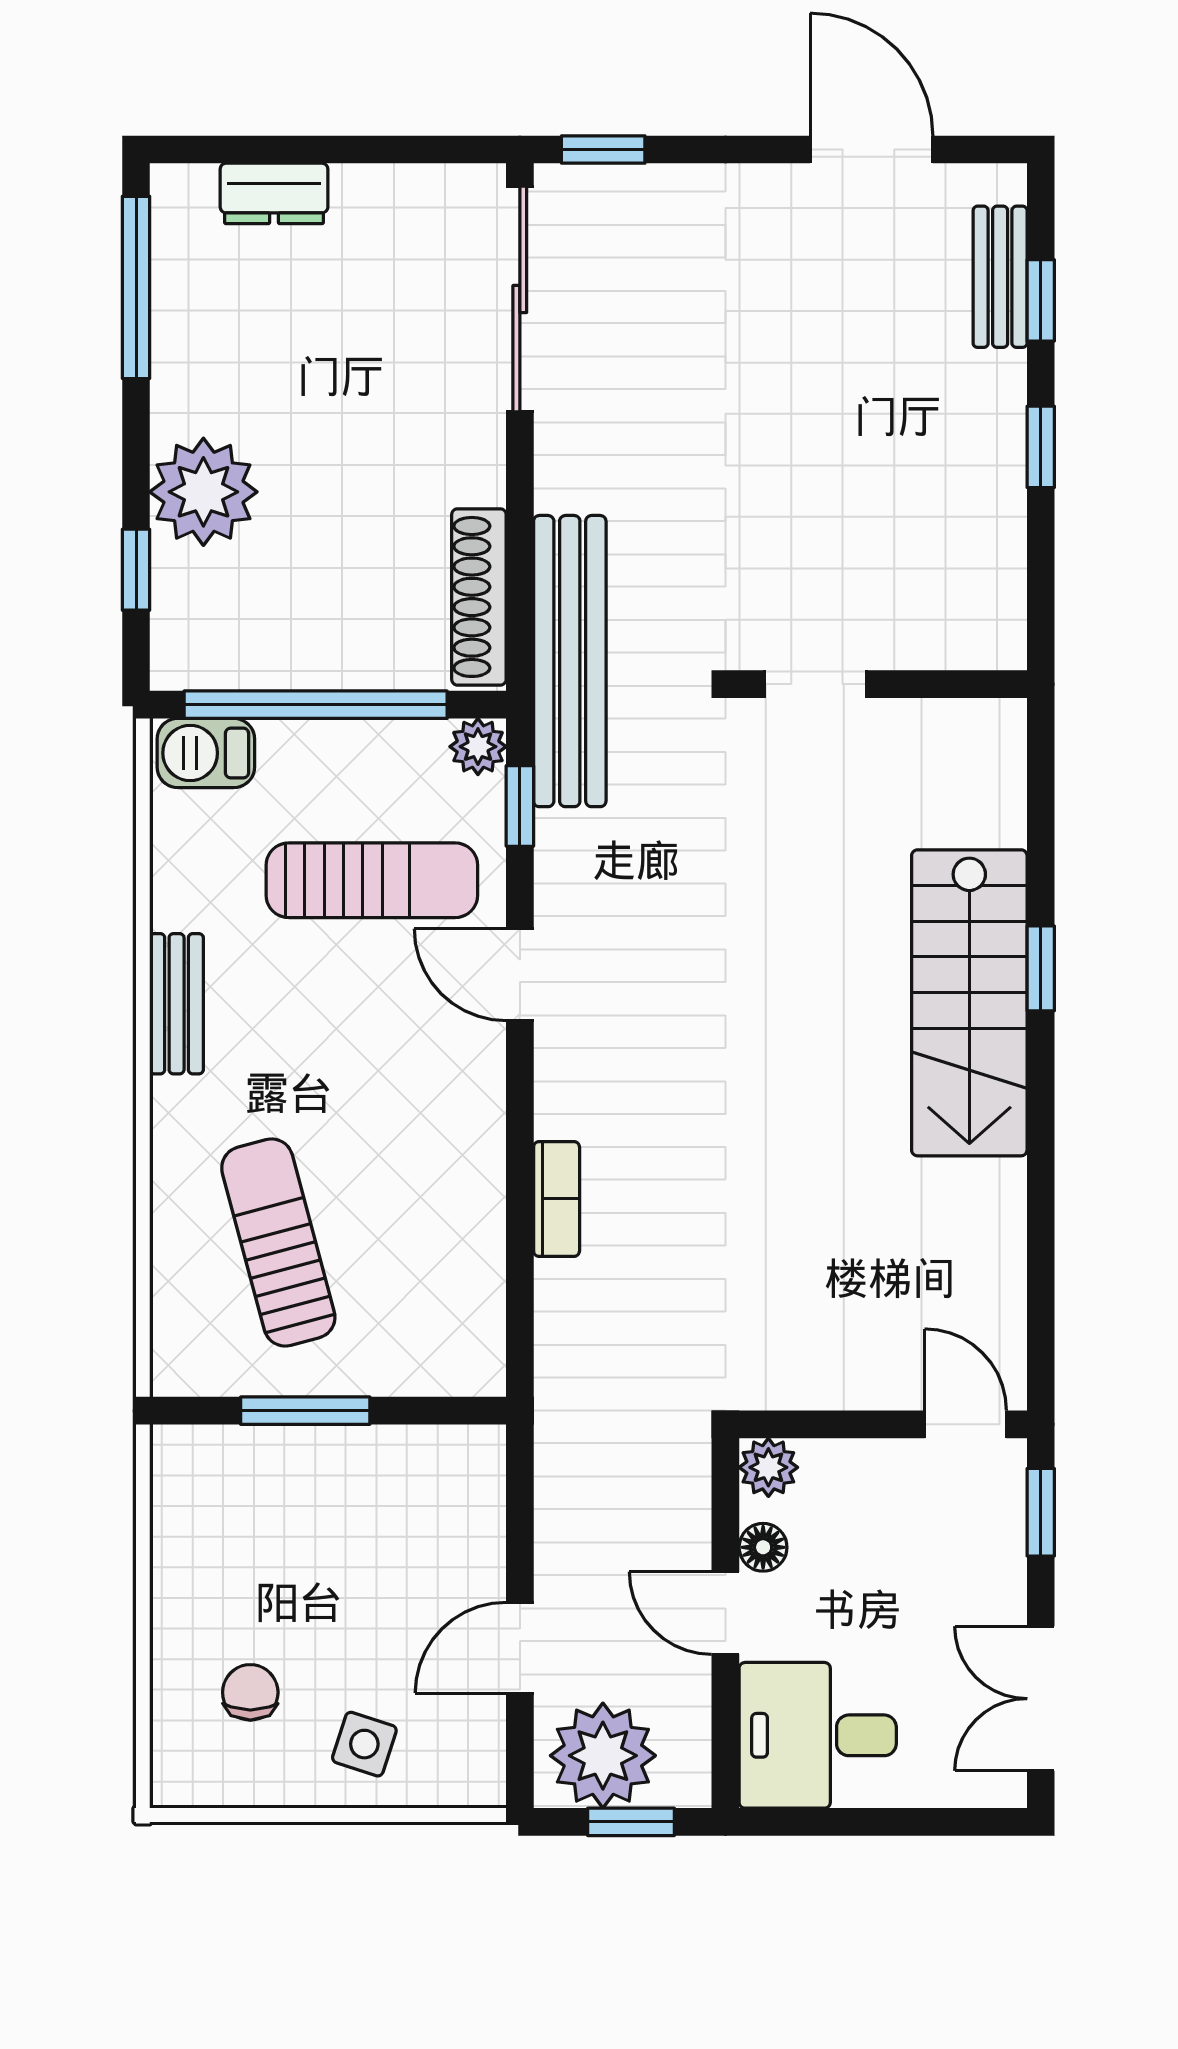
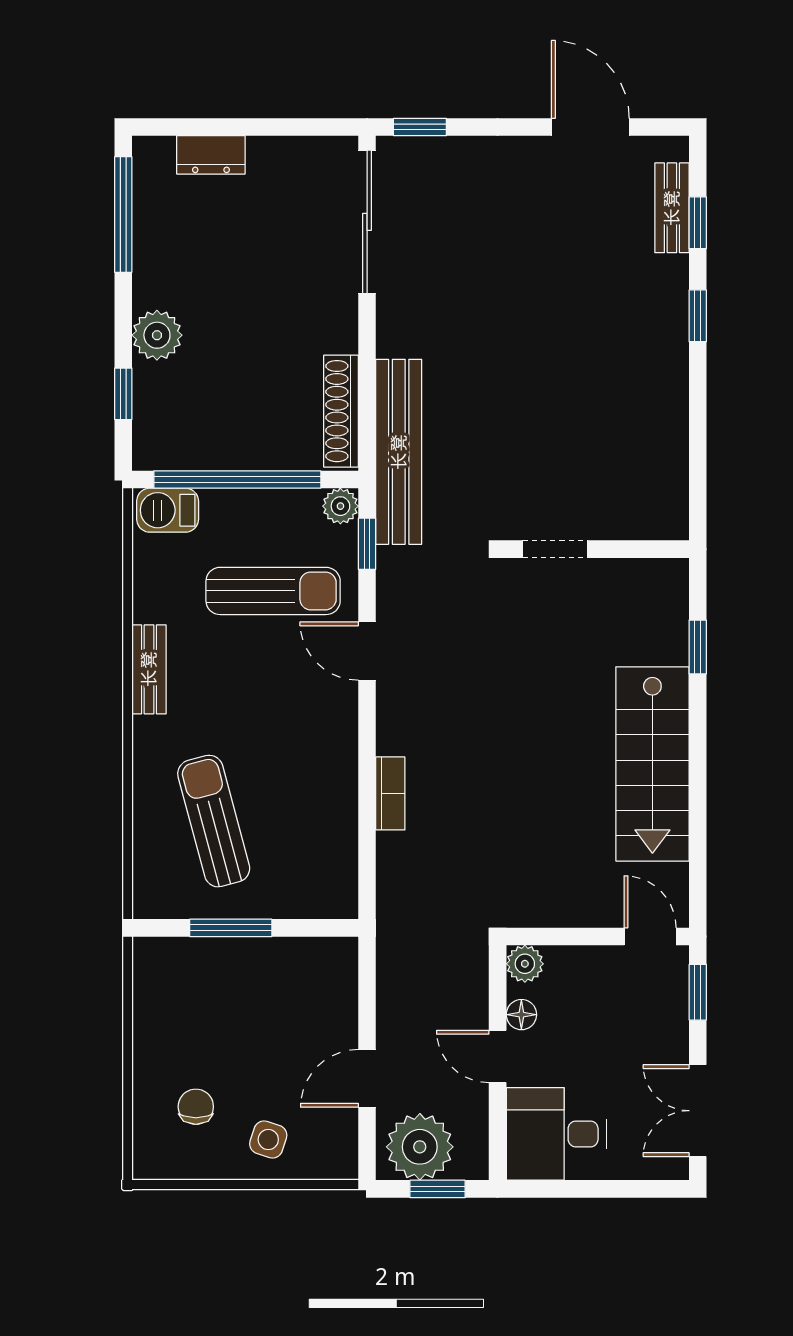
plant: (203, 492) -> (157, 335), width x0.73, depth x0.73
doorway: (816, 684) -> (555, 549), moved
wall: (883, 684) -> (598, 549), moved
stairs: (969, 1003) -> (652, 764), moved

